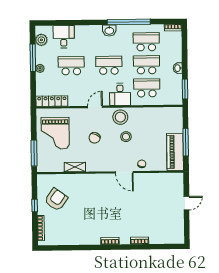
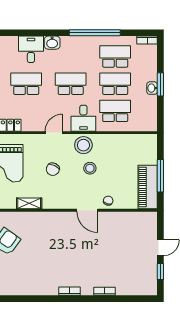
washbasin: (109, 30) -> (52, 43), moved
desk: (64, 37) -> (31, 49), moved
window: (185, 89) -> (160, 84), moved
window: (187, 223) -> (160, 272), added

